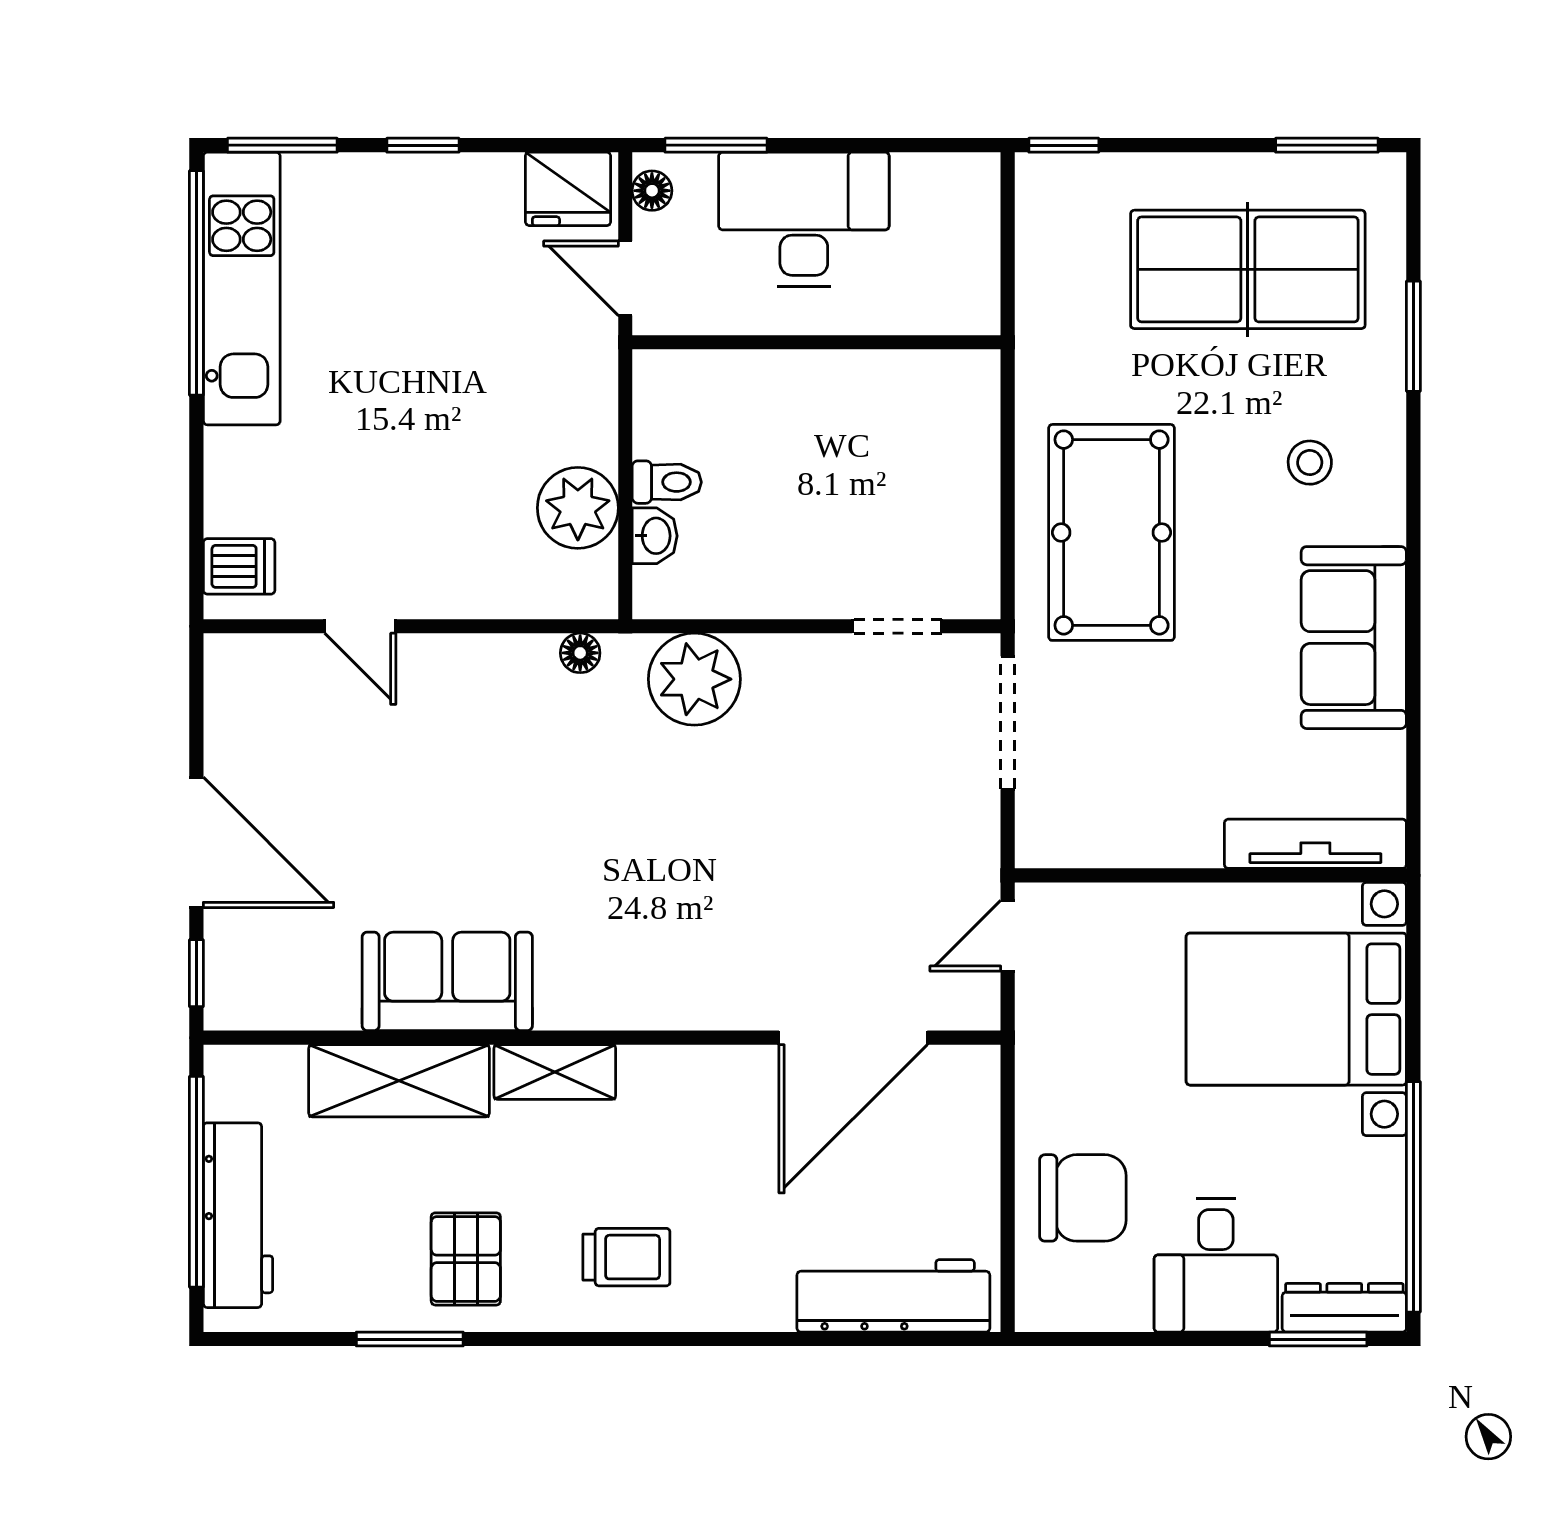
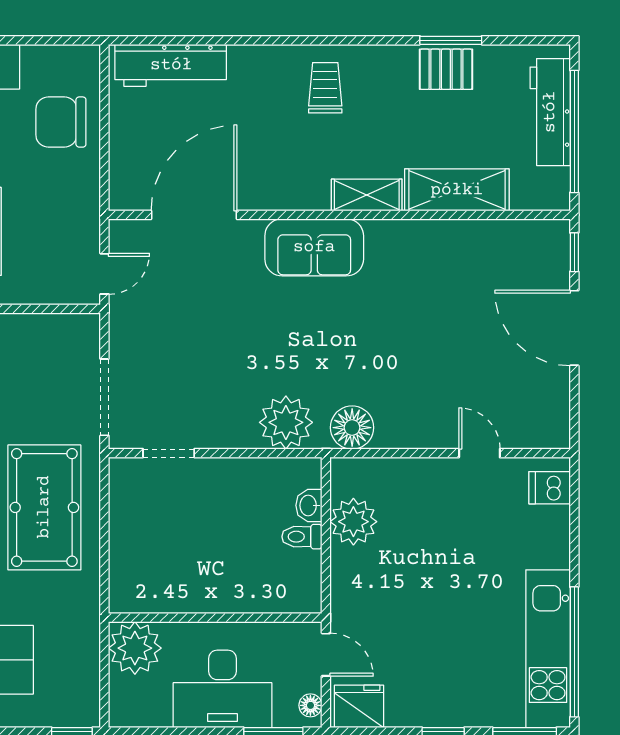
plant: (955, 290) -> (135, 648), added
floor lamp: (580, 653) -> (352, 428), width x1.89, depth x1.89
sofa: (447, 981) -> (314, 247), moved
trolley: (626, 1257) -> (325, 88), turned 90
pallet: (466, 1259) -> (446, 69), moved, turned 90

